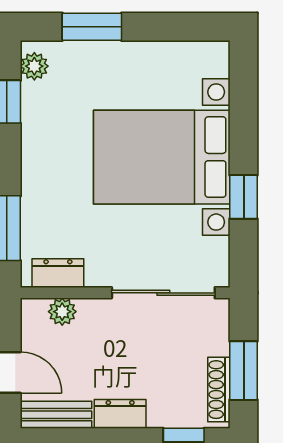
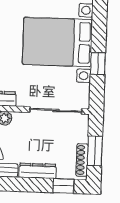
dresser: (120, 414) -> (38, 171), width x1.44

